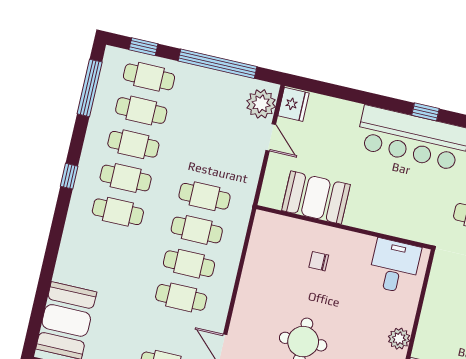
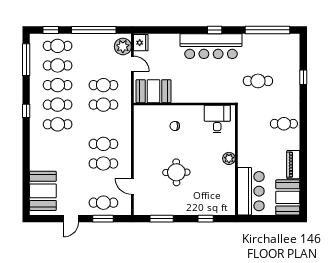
booth: (316, 197) -> (153, 91), moved
cafe table: (197, 230) -> (103, 85), moved

